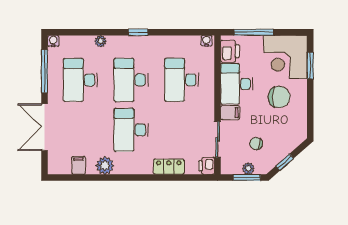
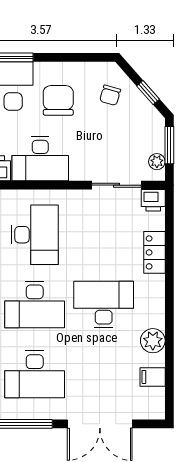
desk: (182, 80) -> (35, 235), turned -90
filing cabinet: (230, 113) -> (80, 168), removed
desk: (131, 130) -> (104, 305), turned 180
chair: (256, 144) -> (110, 95), moved
plant: (248, 168) -> (157, 162), moved

